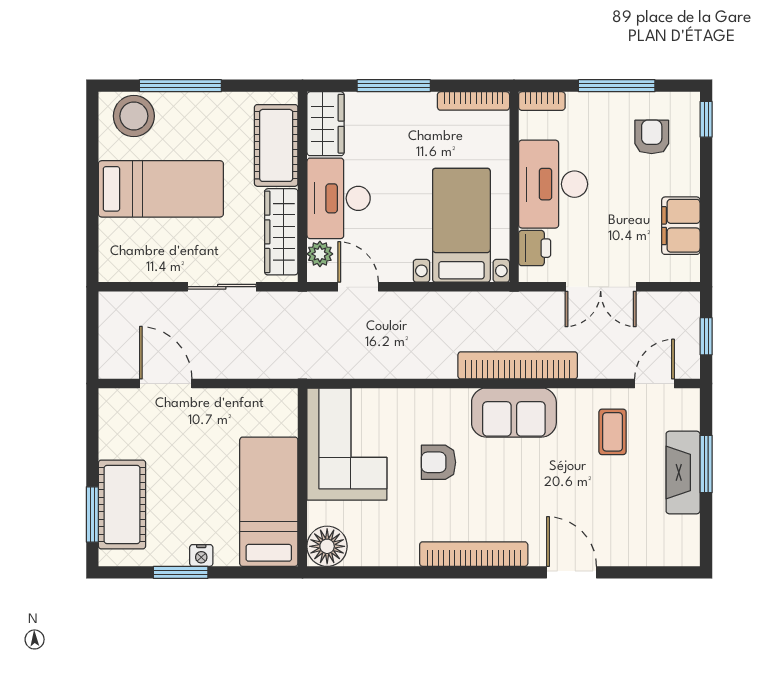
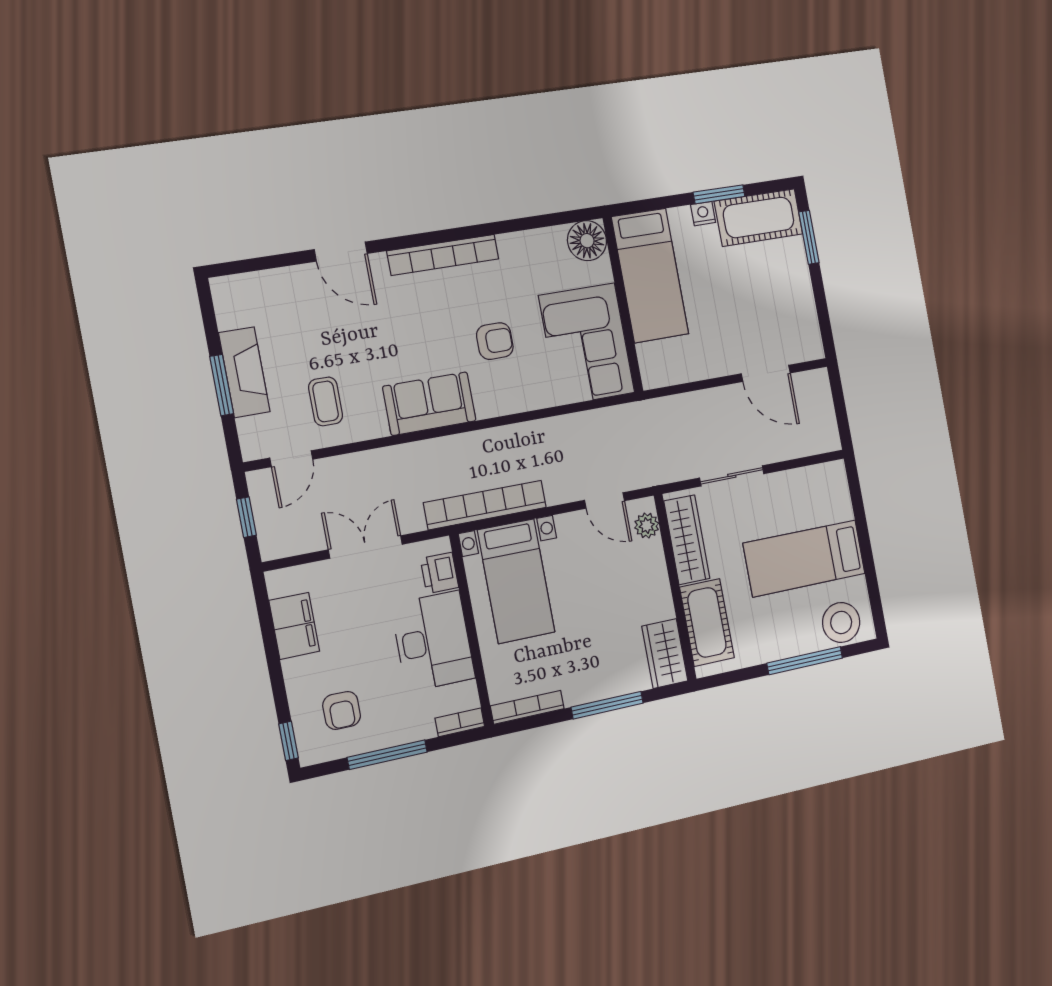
desk: (339, 198) -> (639, 583), removed
bookcase: (518, 365) -> (485, 505), moved, turned 180
cot: (122, 505) -> (759, 218), moved, turned 90

